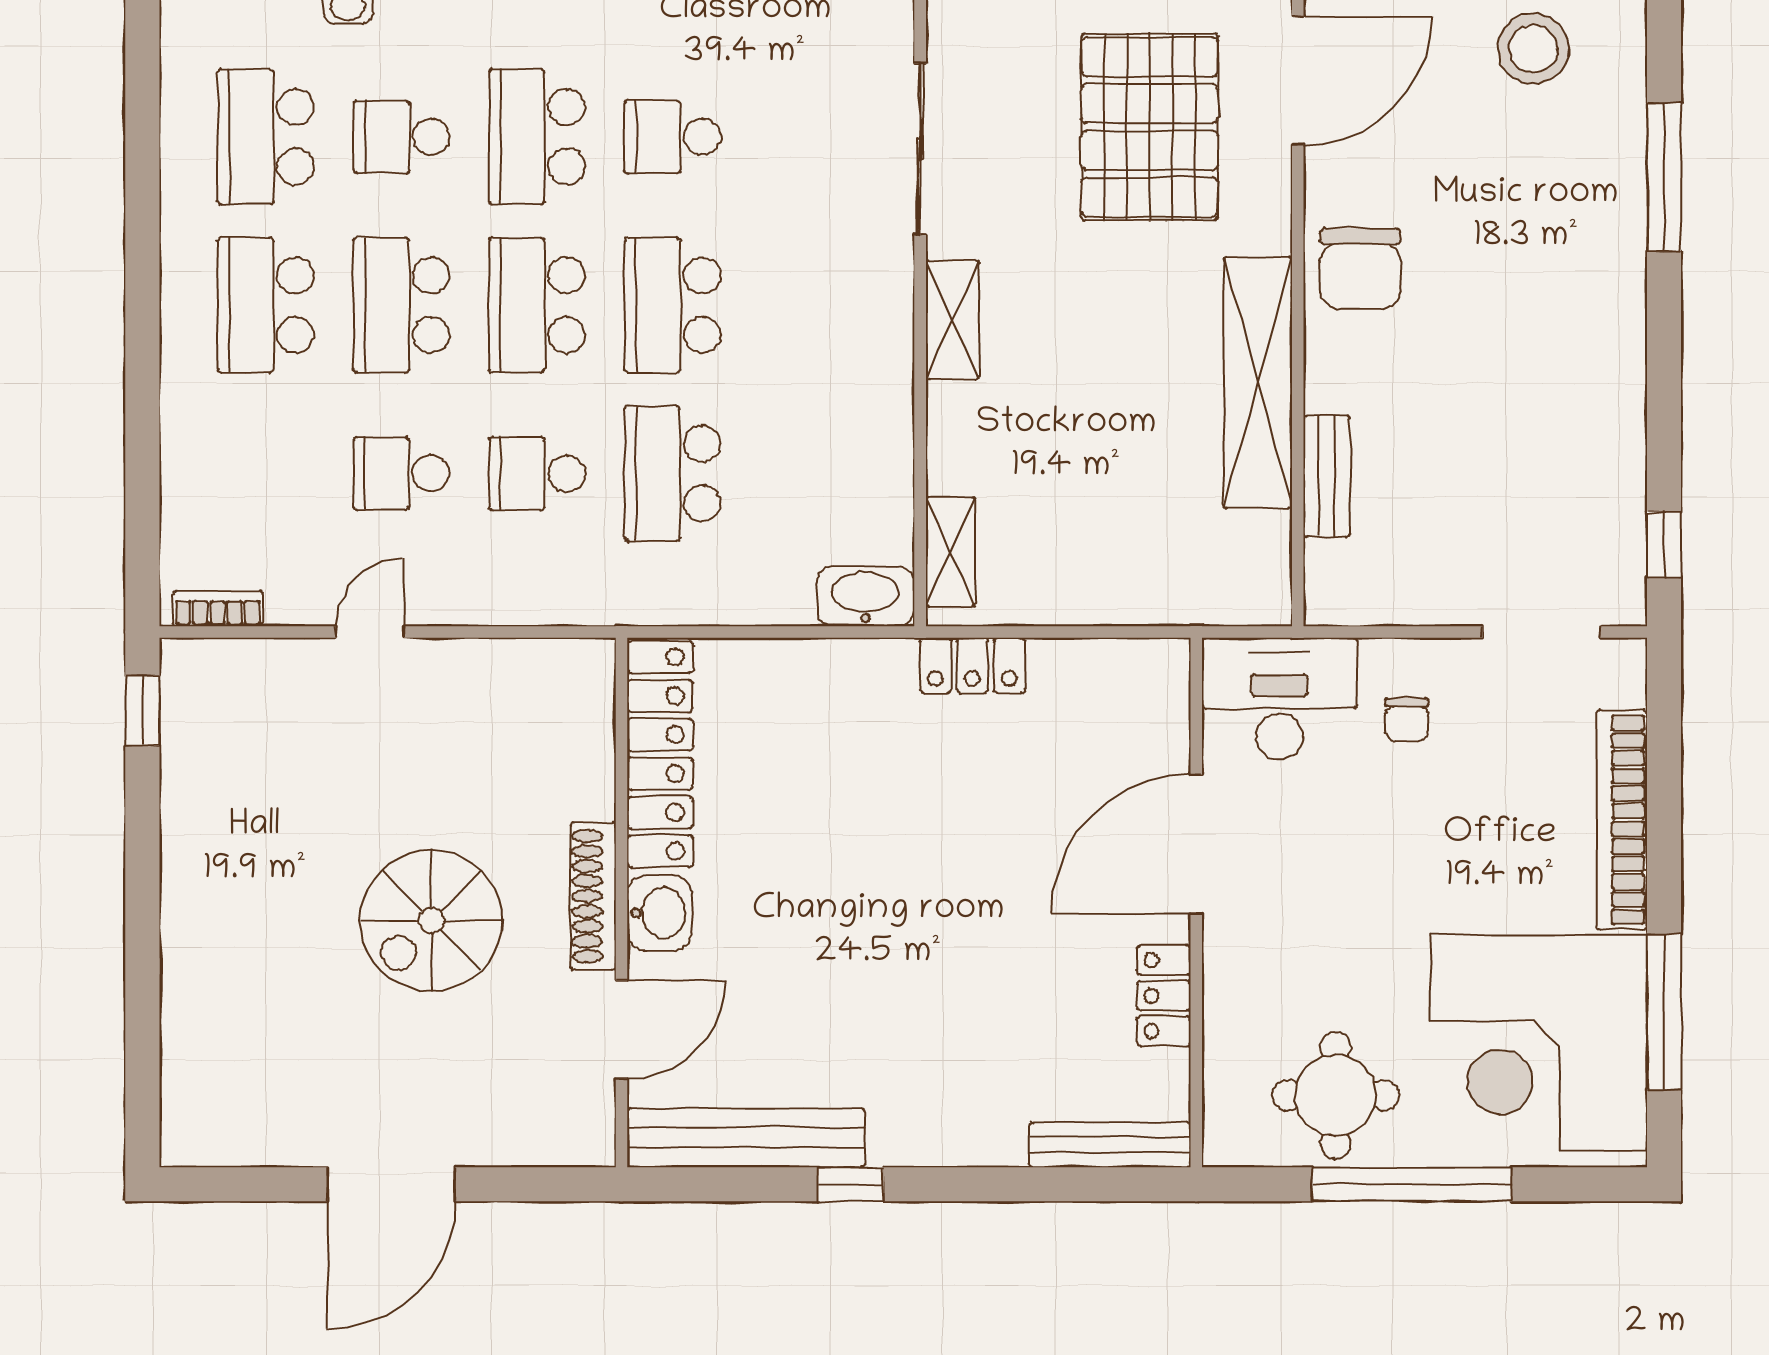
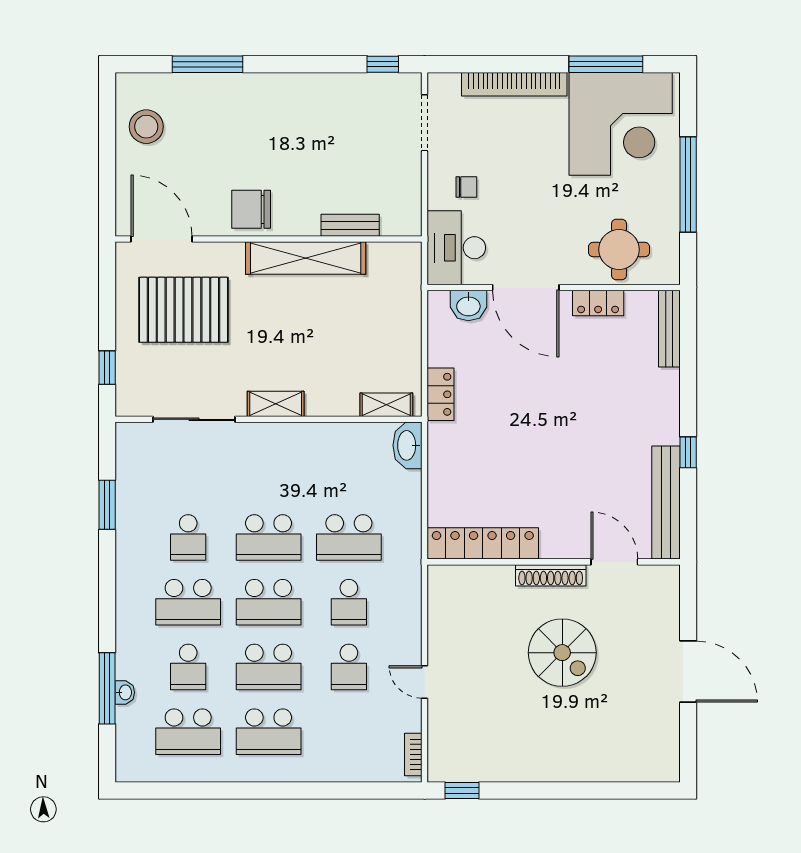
chair: (1360, 268) -> (251, 209), turned 180
washbasin: (659, 913) -> (468, 305), moved, turned 180
round table: (1335, 1095) -> (619, 250), moved

